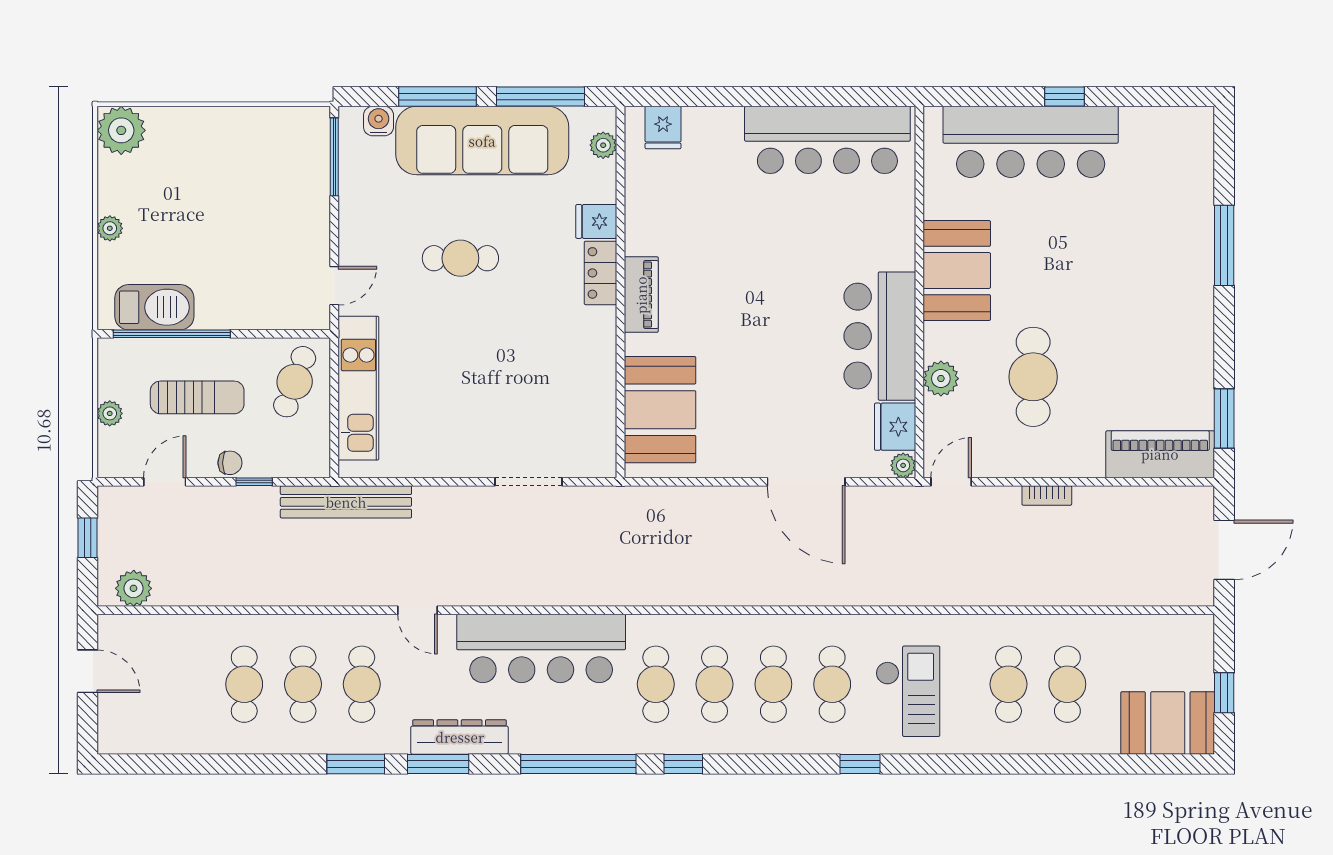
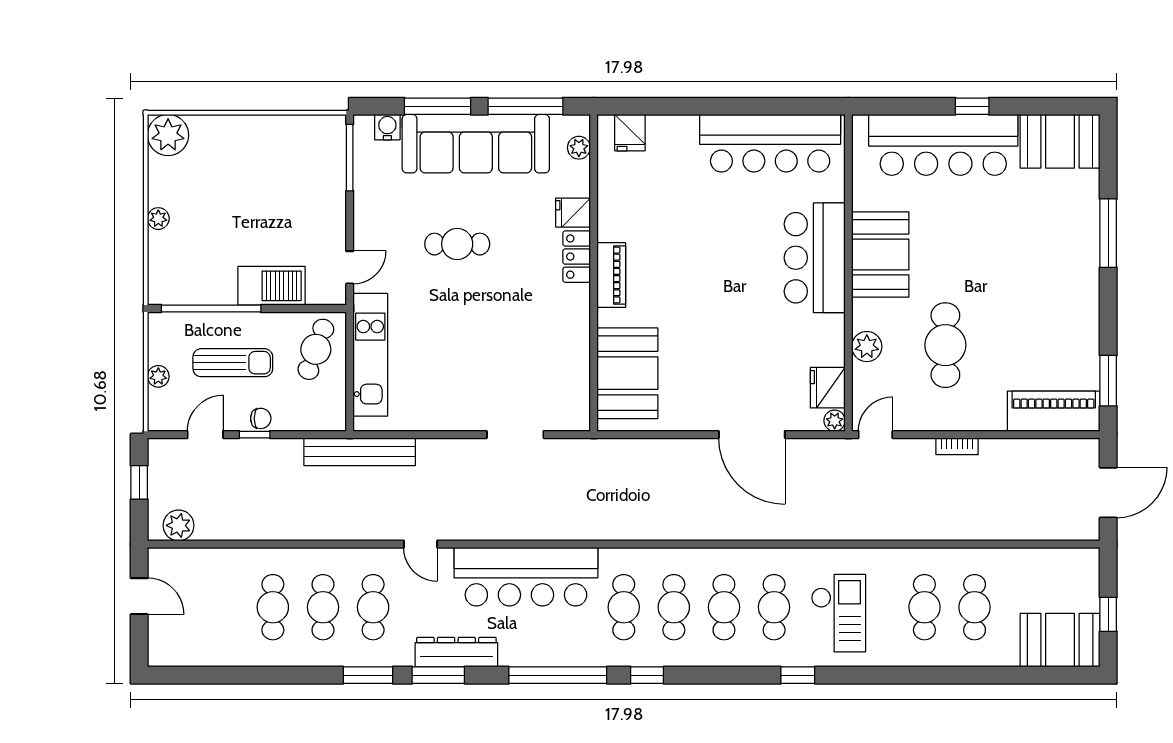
booth: (1168, 138) -> (1060, 141), added
barbecue: (154, 307) -> (272, 286), moved
bar counter: (880, 336) -> (815, 258), moved
window: (254, 482) -> (255, 435), moved

